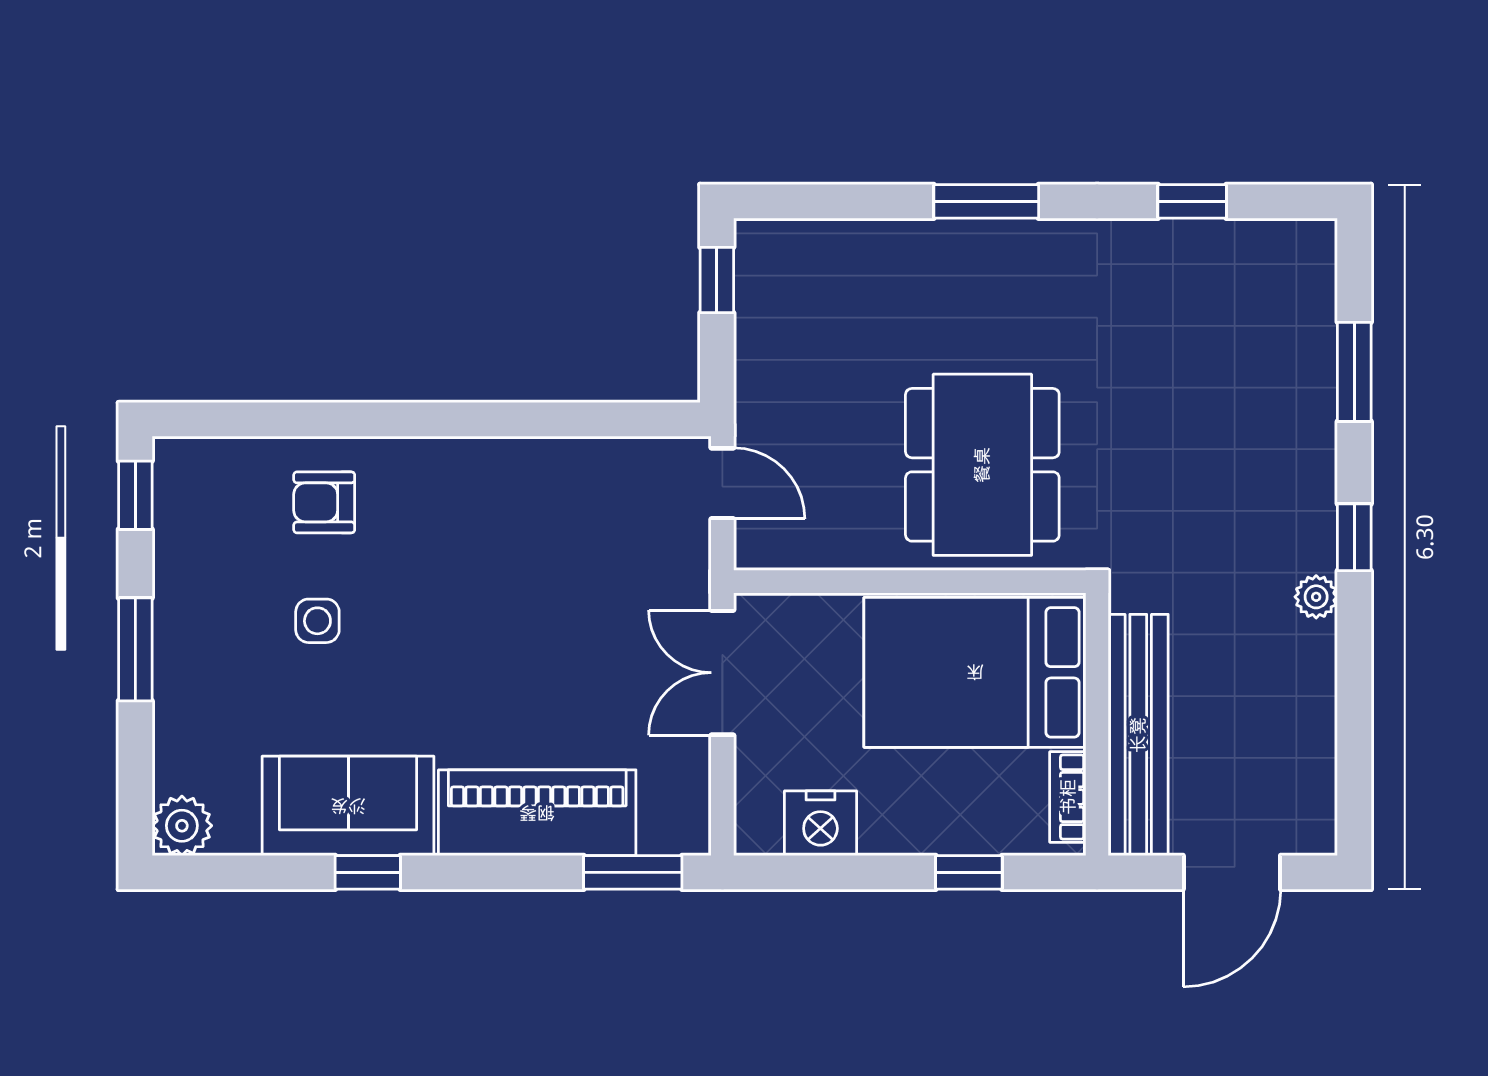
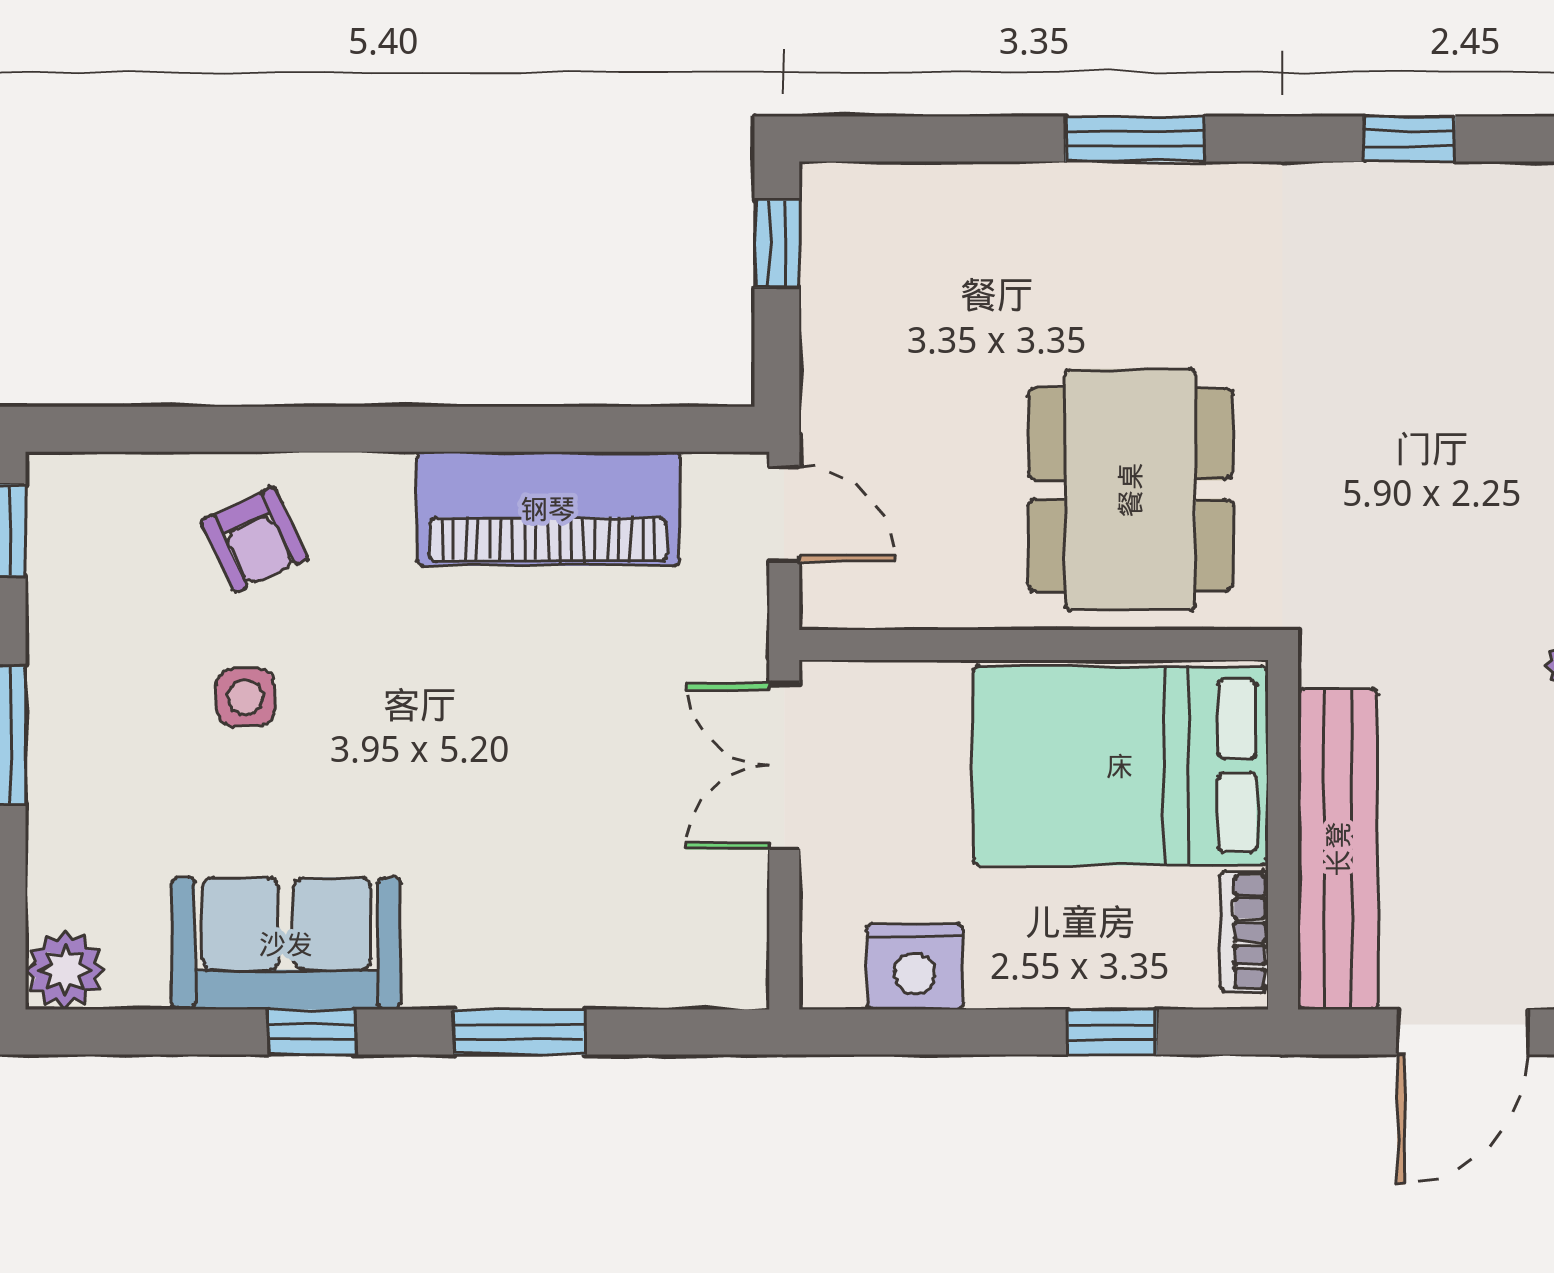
armchair: (324, 502) -> (254, 540), turned -115
piano: (537, 813) -> (548, 509), moved, turned 180
window: (633, 872) -> (520, 1032), moved

